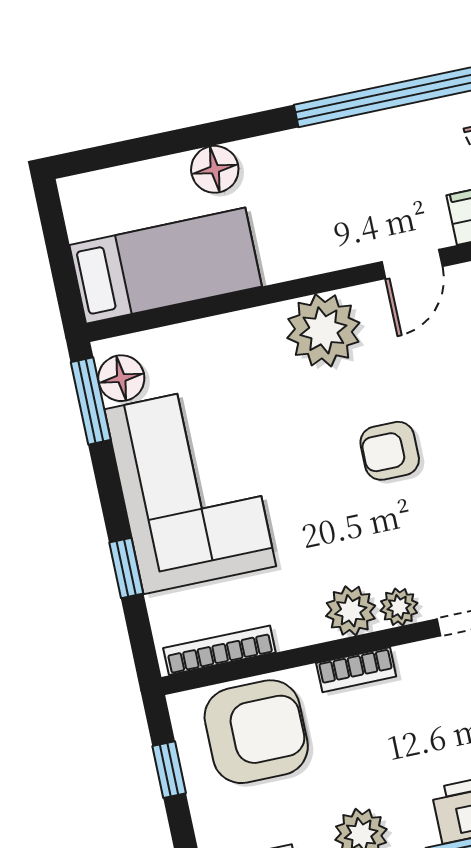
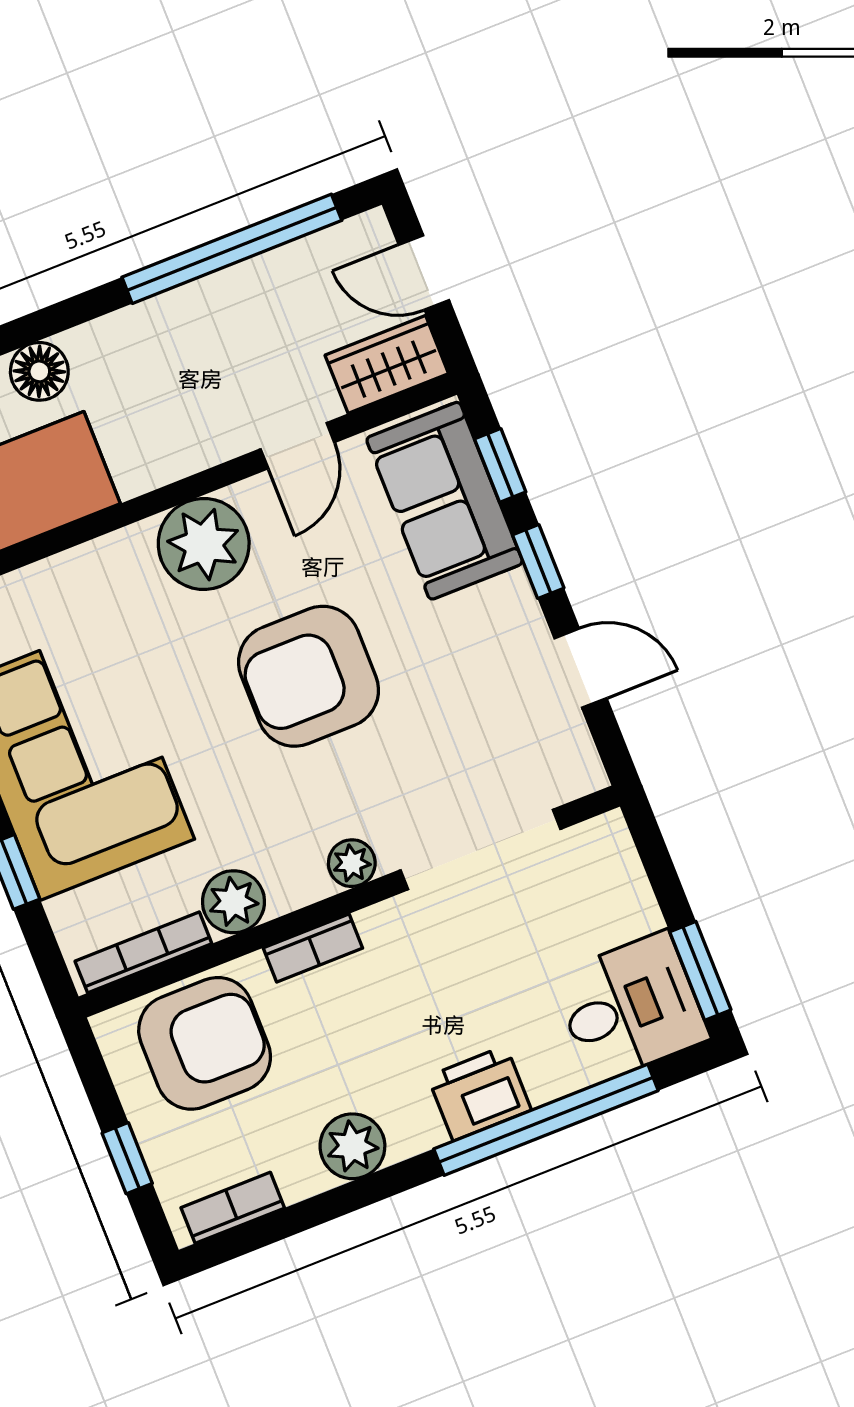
armchair: (390, 451) -> (309, 676), width x1.88, depth x1.88
plant: (351, 611) -> (234, 902), moved
window: (169, 770) -> (127, 1158), moved

